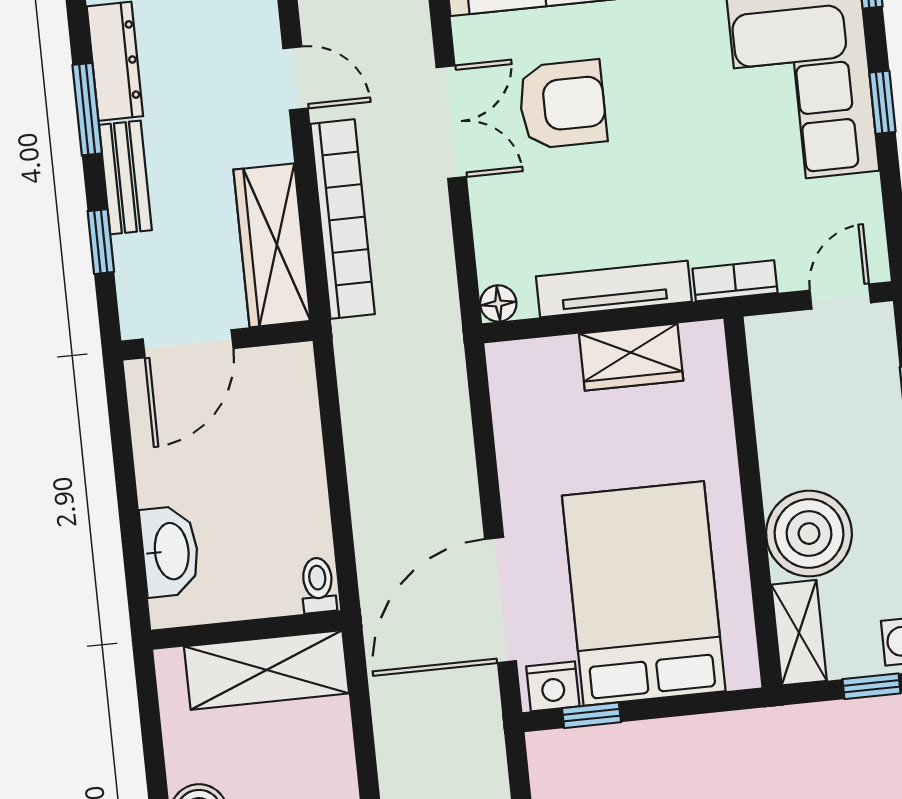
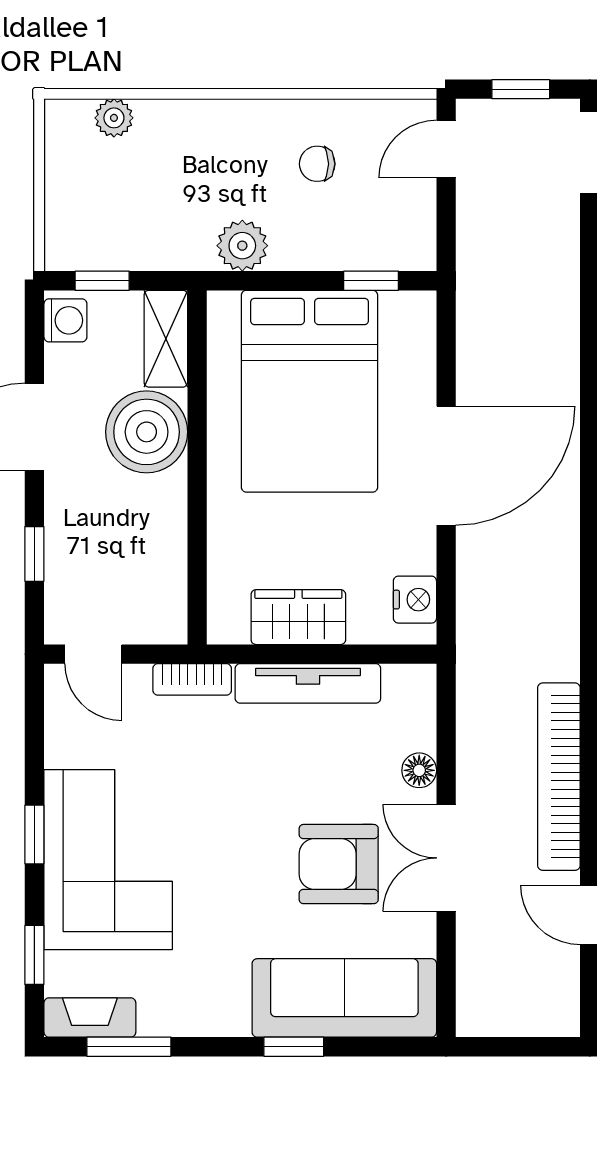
door: (840, 296) -> (93, 654), hinge flipped
floor lamp: (498, 303) -> (419, 770), moved
door: (501, 600) -> (446, 466), moved
nightstand: (553, 686) -> (415, 600), moved, turned 90
plant: (729, 738) -> (242, 246), added

